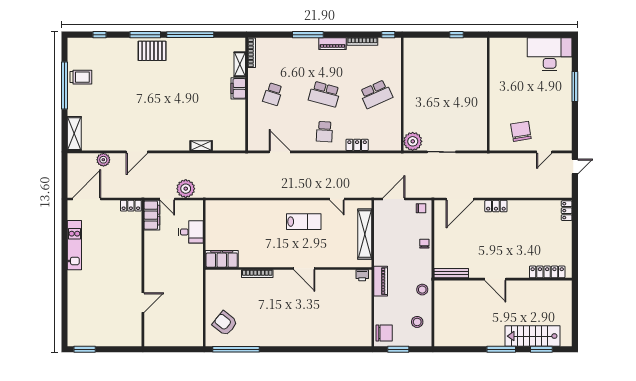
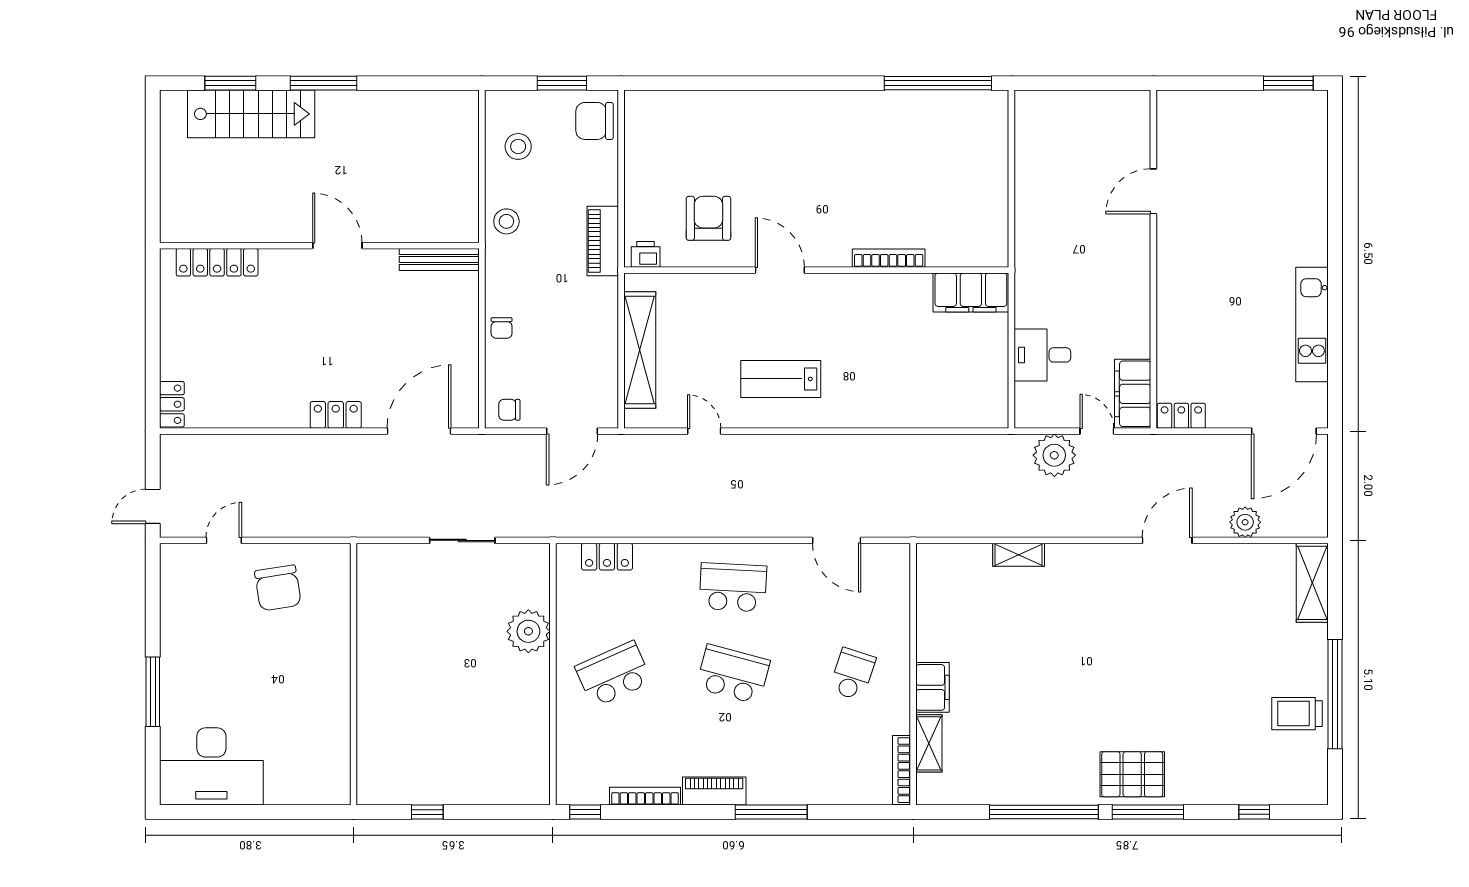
school desk: (324, 132) -> (733, 587), width x1.85
plant: (413, 141) -> (528, 631), moved
locker: (357, 145) -> (607, 557), moved
armchair: (225, 323) -> (708, 218), moved, turned -129

